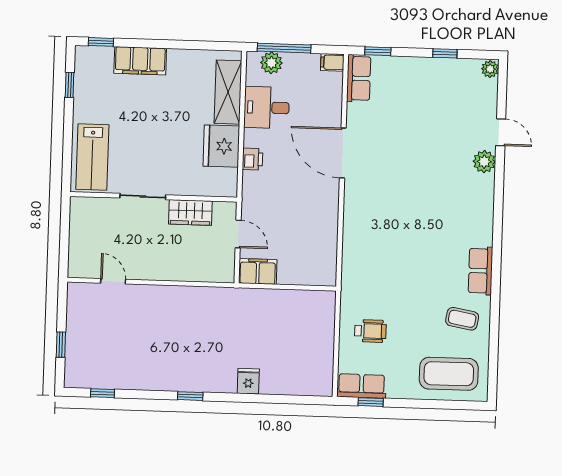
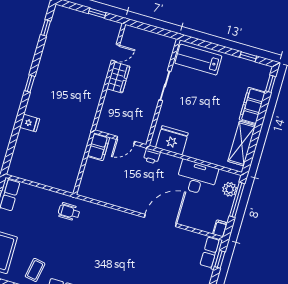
row of seats: (359, 78) -> (211, 253), moved, turned 90
shelving: (228, 92) -> (242, 144), moved, turned 90
desk: (267, 107) -> (197, 178), width x1.37
fridge: (221, 146) -> (172, 140), moved
printer: (252, 159) -> (152, 156), moved
wardrobe: (190, 212) -> (118, 77), moved, turned 180
wheelchair: (370, 331) -> (69, 212), moved, turned 90
window: (61, 345) -> (97, 13), moved

